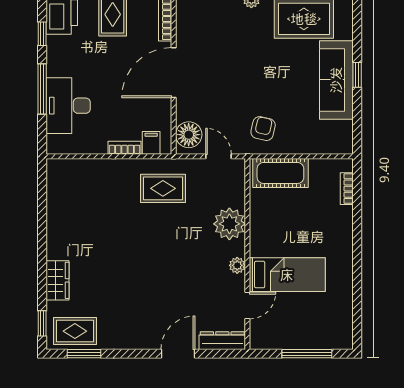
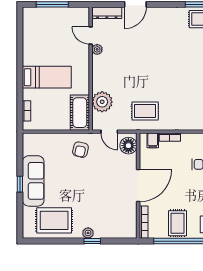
cot: (280, 173) -> (80, 113), moved, turned 90
plant: (229, 224) -> (102, 102), moved
plant: (237, 265) -> (97, 49), moved
bed: (287, 275) -> (47, 77), moved, turned 180
door: (247, 306) -> (91, 35), hinge flipped

